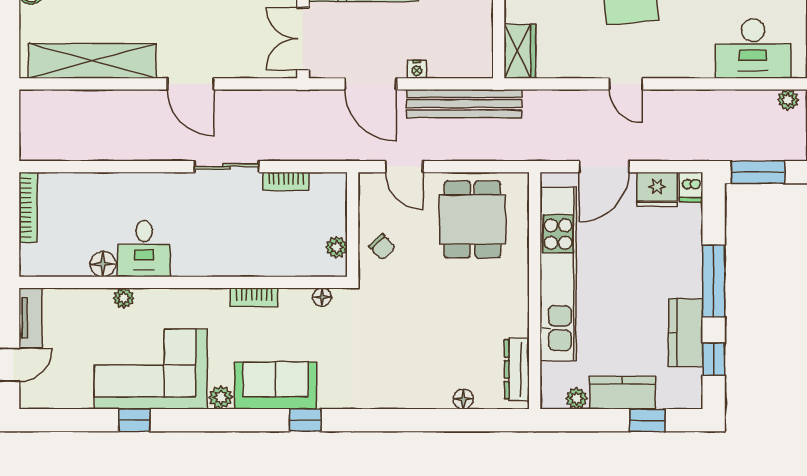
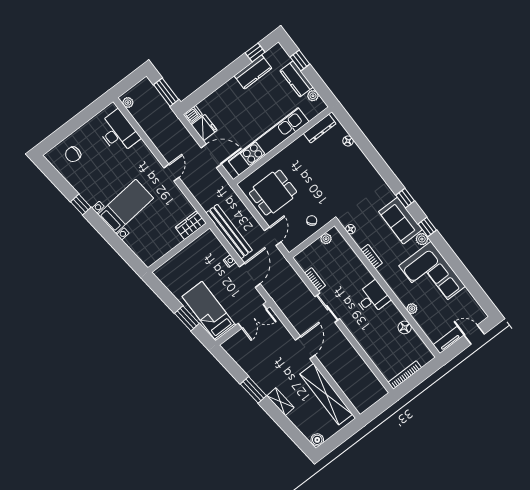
desk: (144, 249) -> (372, 298), moved
window: (714, 281) -> (224, 77), removed
window: (134, 420) -> (427, 227), moved

